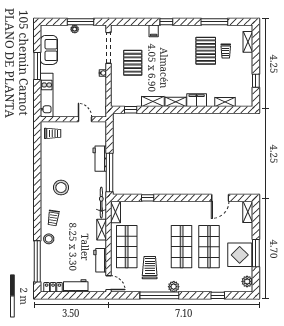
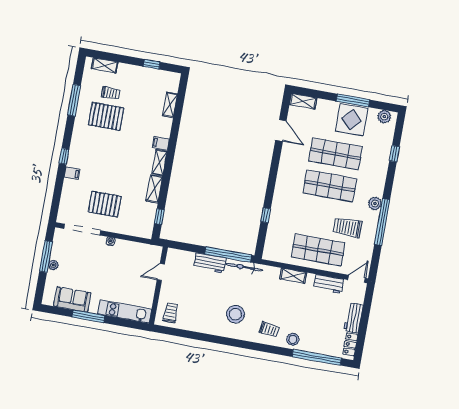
filing cabinet: (197, 100) -> (161, 143), width x0.50
bicycle: (101, 203) -> (244, 267), moved
shelving: (115, 212) -> (275, 256), removed

